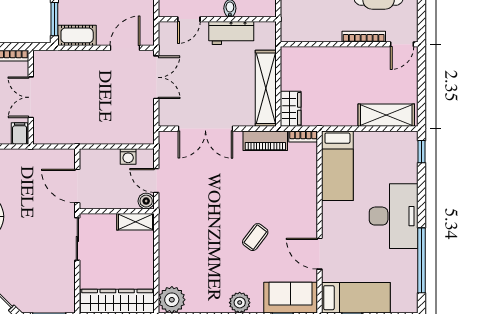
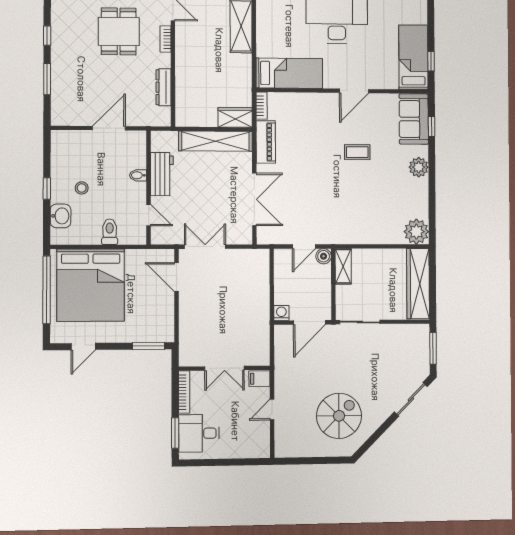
cot: (77, 35) -> (164, 324), removed
dresser: (321, 35) -> (164, 87), added
bookcase: (364, 37) -> (165, 39), width x0.64
washing machine: (128, 157) -> (281, 313), moved, turned -90
coffee table: (255, 237) -> (357, 152), turned -37
door: (320, 254) -> (354, 91), moved

